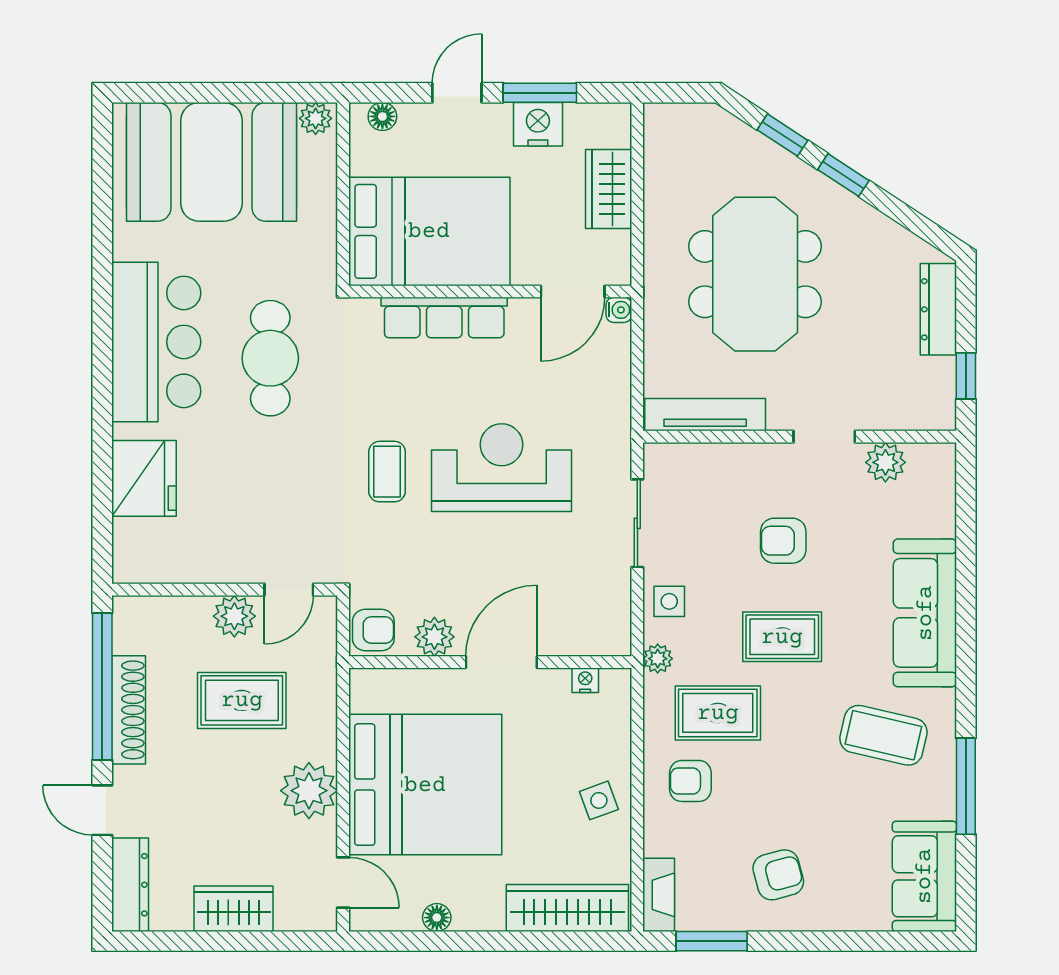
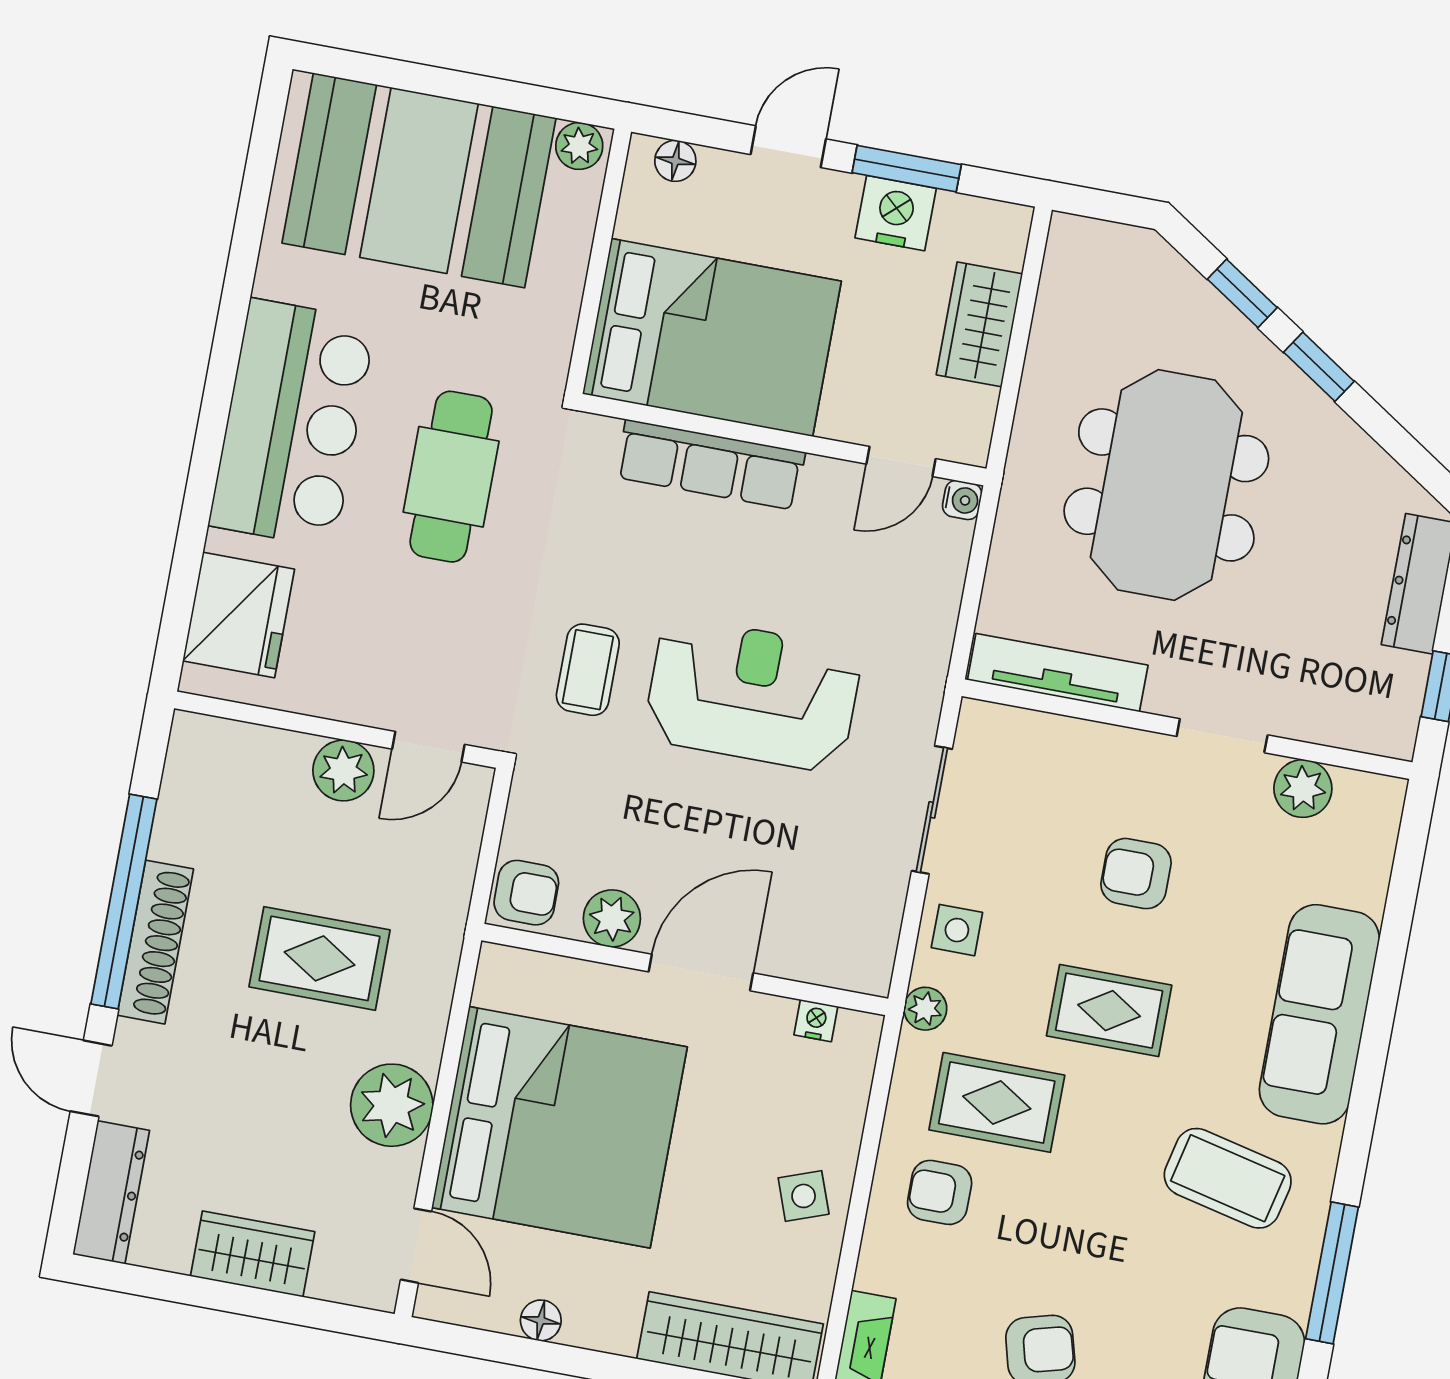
door: (573, 291) -> (901, 461), width x0.73
wall: (225, 590) -> (336, 730), moved
door: (289, 590) -> (428, 747), moved
plant: (234, 616) -> (343, 770), moved

